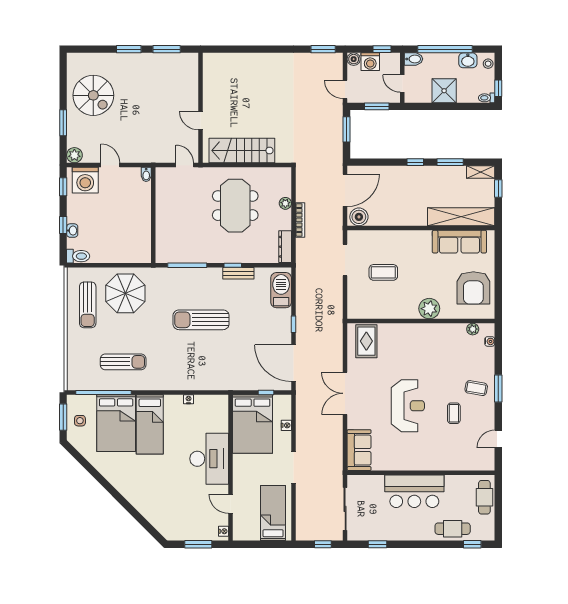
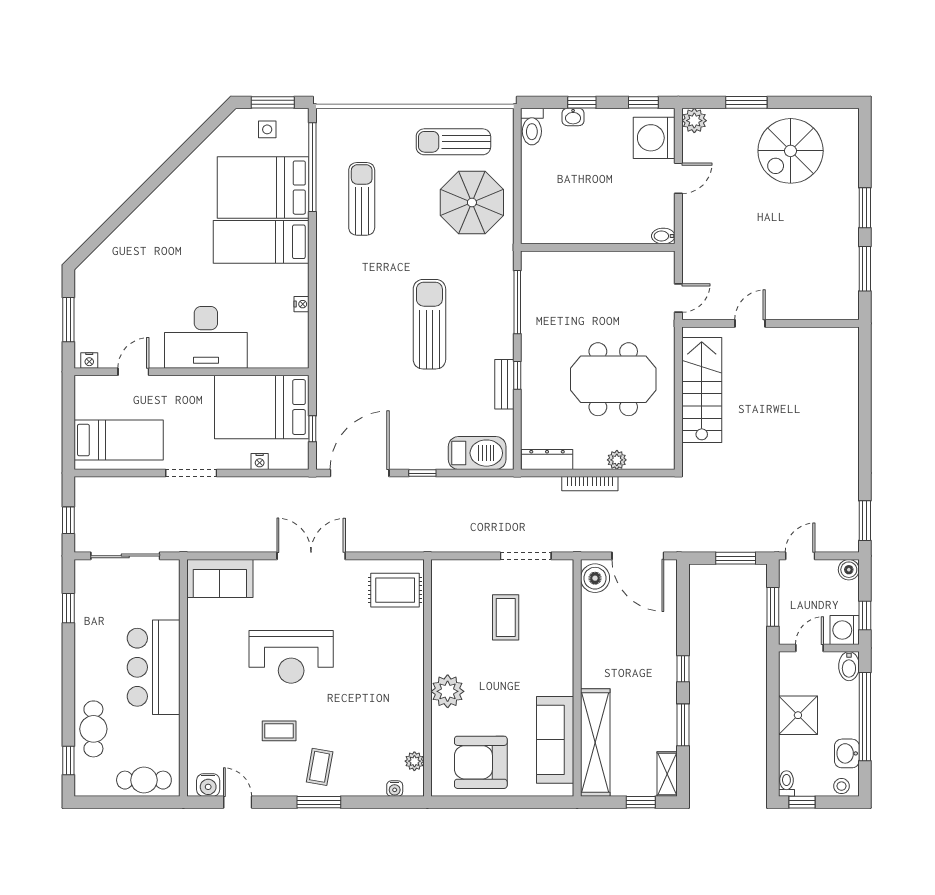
washing machine: (370, 62) -> (845, 630), moved
sun lounger: (123, 362) -> (362, 199), turned 180
water cooler: (488, 457) -> (208, 785), added

